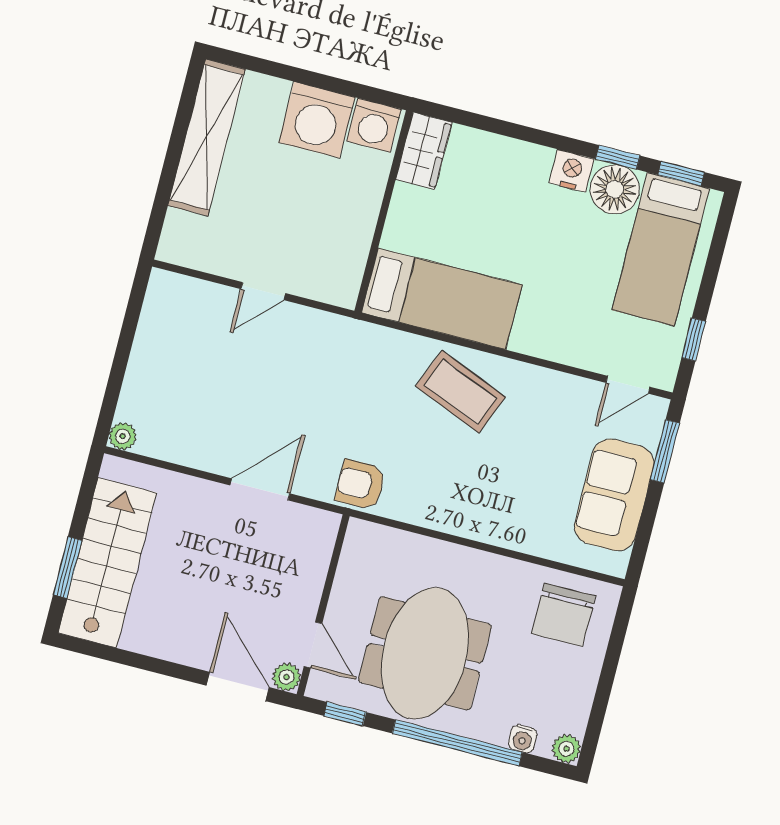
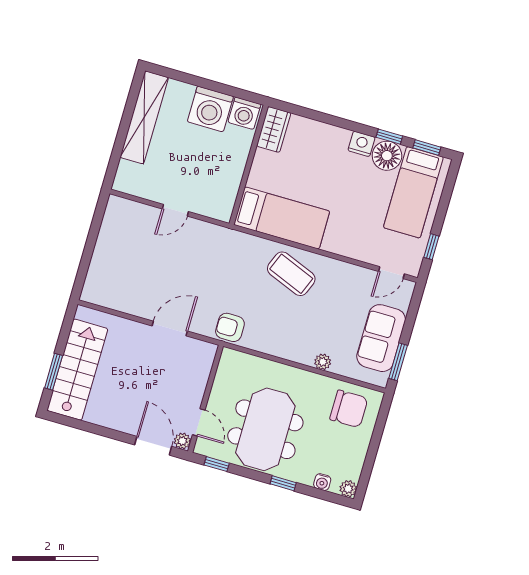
plant: (123, 436) -> (323, 362), moved
window: (665, 451) -> (398, 362), moved
chair: (563, 615) -> (349, 409), turned -90
window: (457, 743) -> (283, 483), width x0.32

